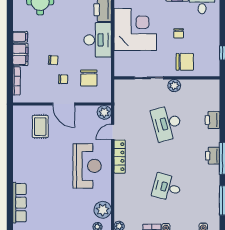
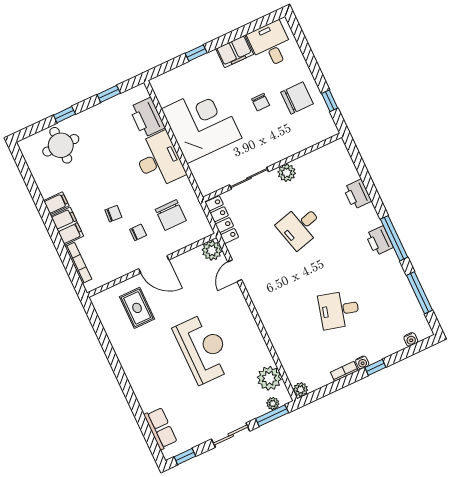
chair: (185, 62) -> (297, 98), moved
desk: (167, 123) -> (300, 226), width x0.73
locker: (120, 157) -> (222, 220), moved
reception desk: (87, 166) -> (203, 349), moved
row of seats: (19, 203) -> (161, 428), width x0.68

